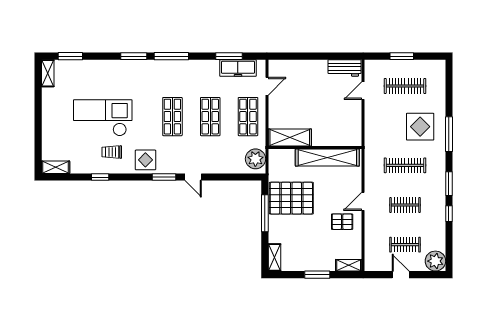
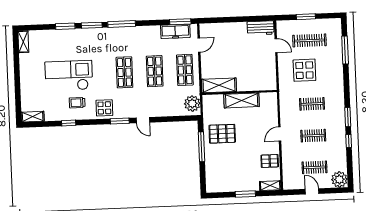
window: (70, 56) -> (65, 26), moved
window: (229, 56) -> (180, 22), moved
door: (363, 91) -> (276, 46), swing flipped
display table: (420, 127) -> (304, 70), moved
window: (449, 134) -> (345, 50), moved
shelving: (327, 158) -> (242, 100), width x0.68
clothes rail: (405, 165) -> (312, 104), width x0.73
pallet: (291, 198) -> (222, 134), width x0.73, depth x0.71
pallet: (342, 222) -> (270, 161), moved
shelving: (274, 257) -> (211, 182), removed

